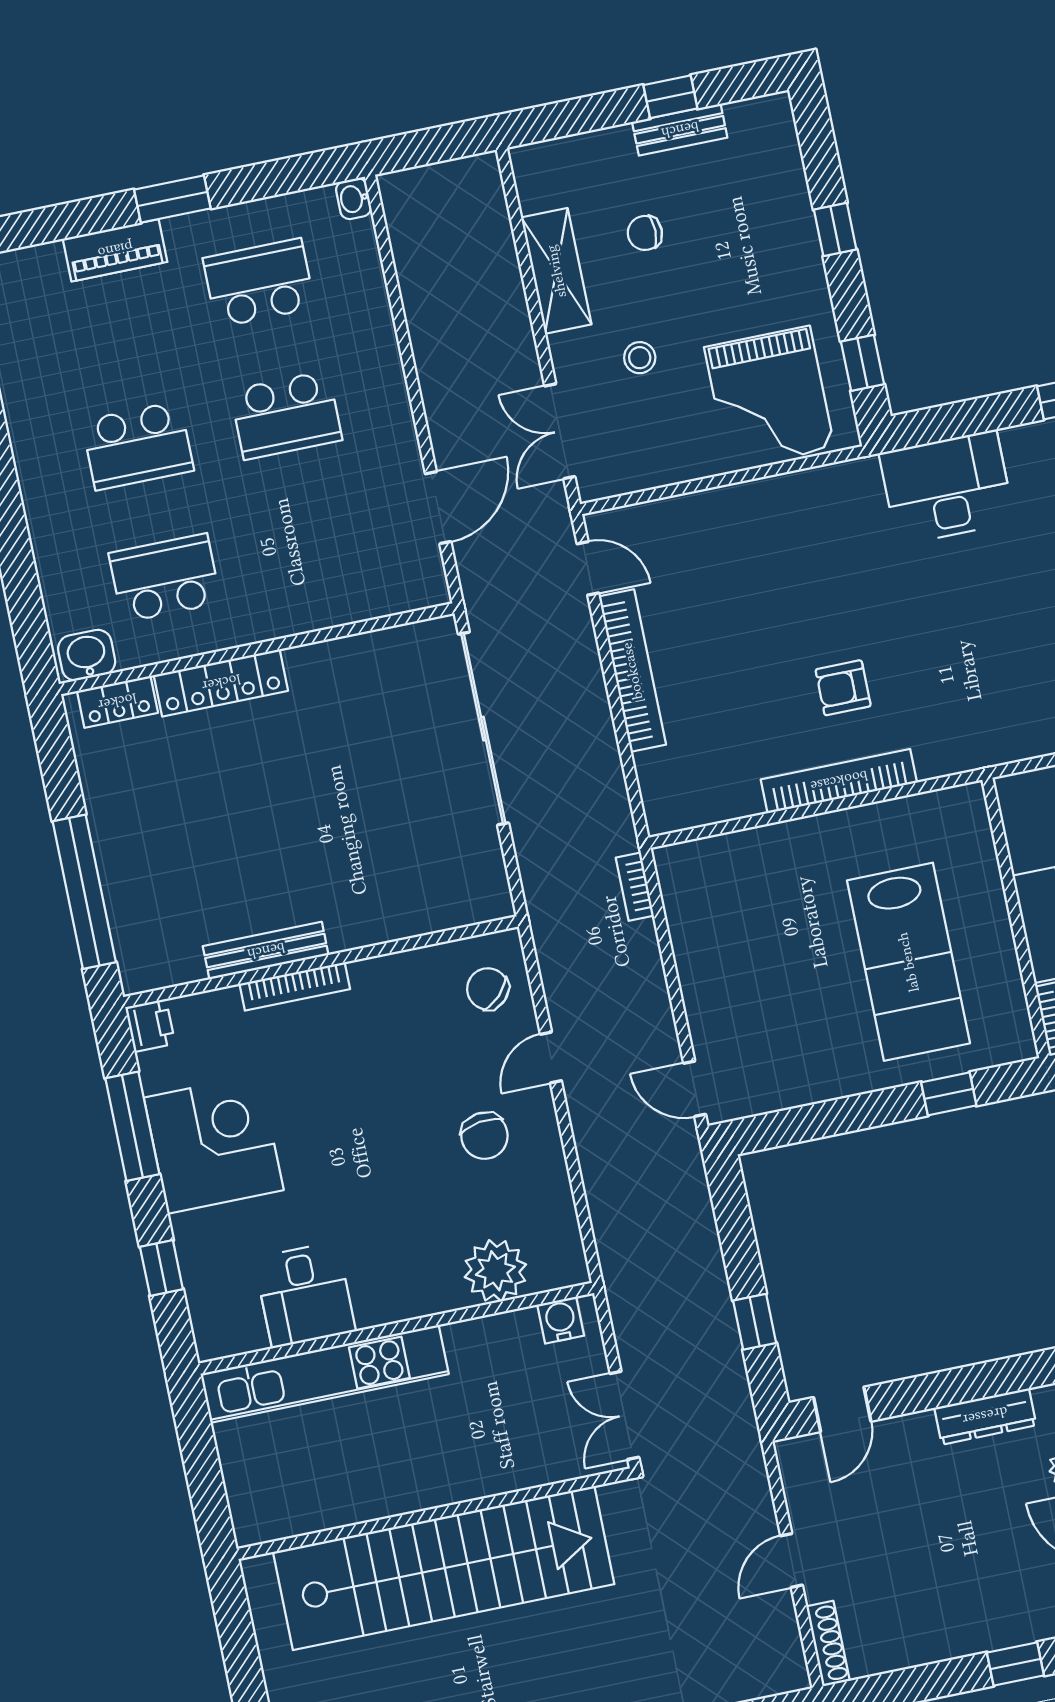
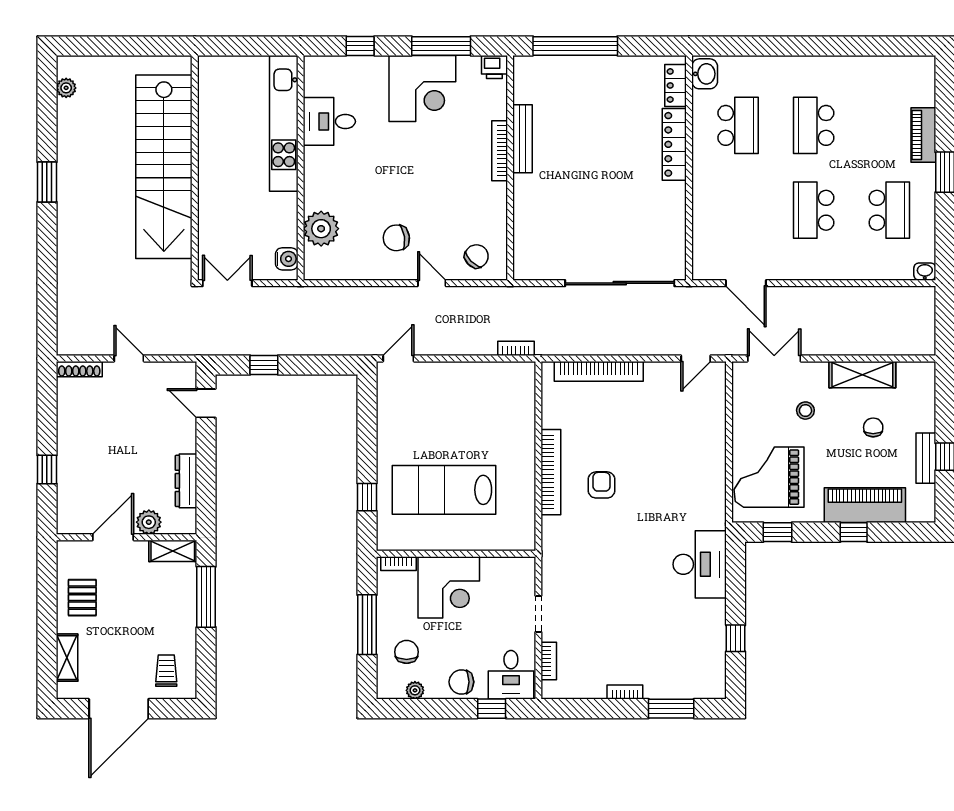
piano: (784, 220) -> (865, 505), added
bookcase: (632, 671) -> (599, 371), moved

